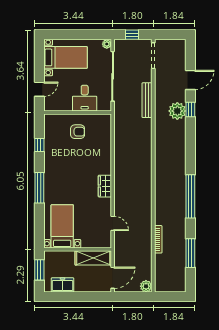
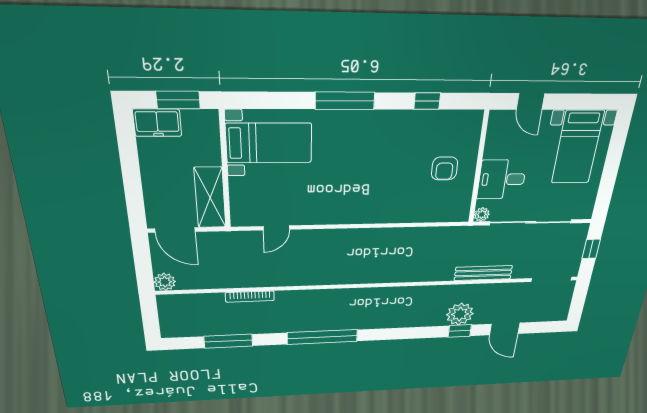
plant: (107, 44) -> (482, 214), moved
wardrobe: (105, 186) -> (344, 214), removed
freezer: (62, 285) -> (157, 123), moved, turned 90

